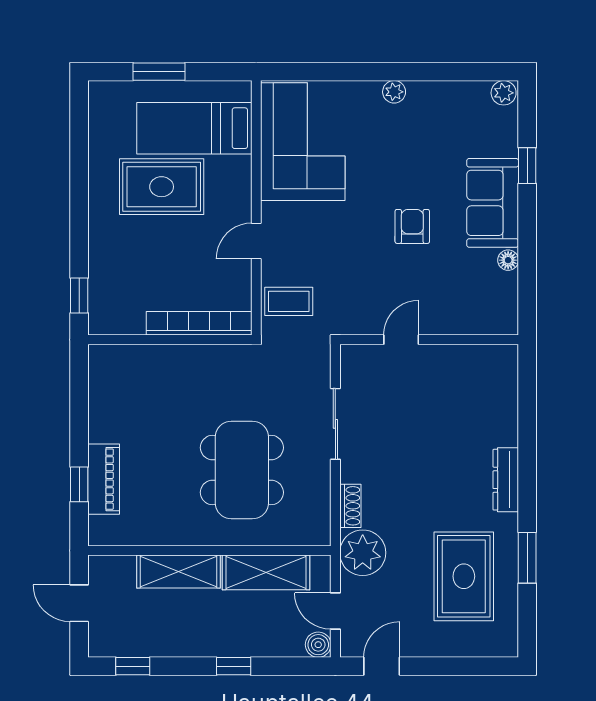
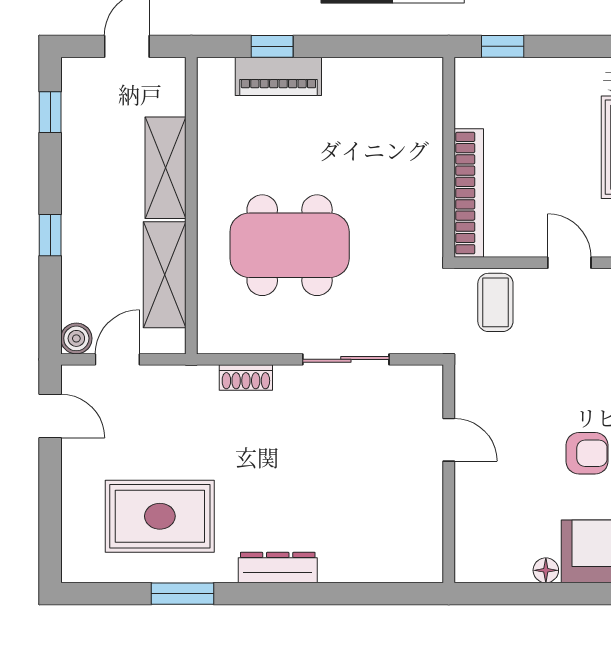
plant: (363, 553) -> (189, 393), removed

